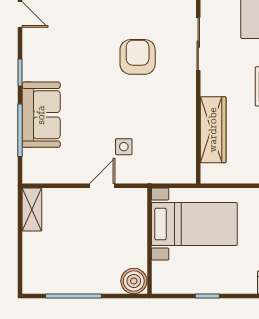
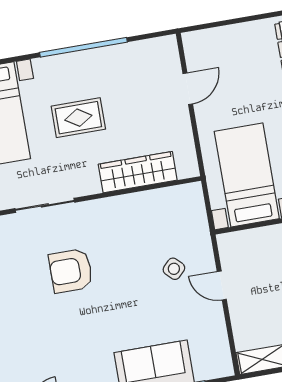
side table: (124, 147) -> (174, 269), turned 45

